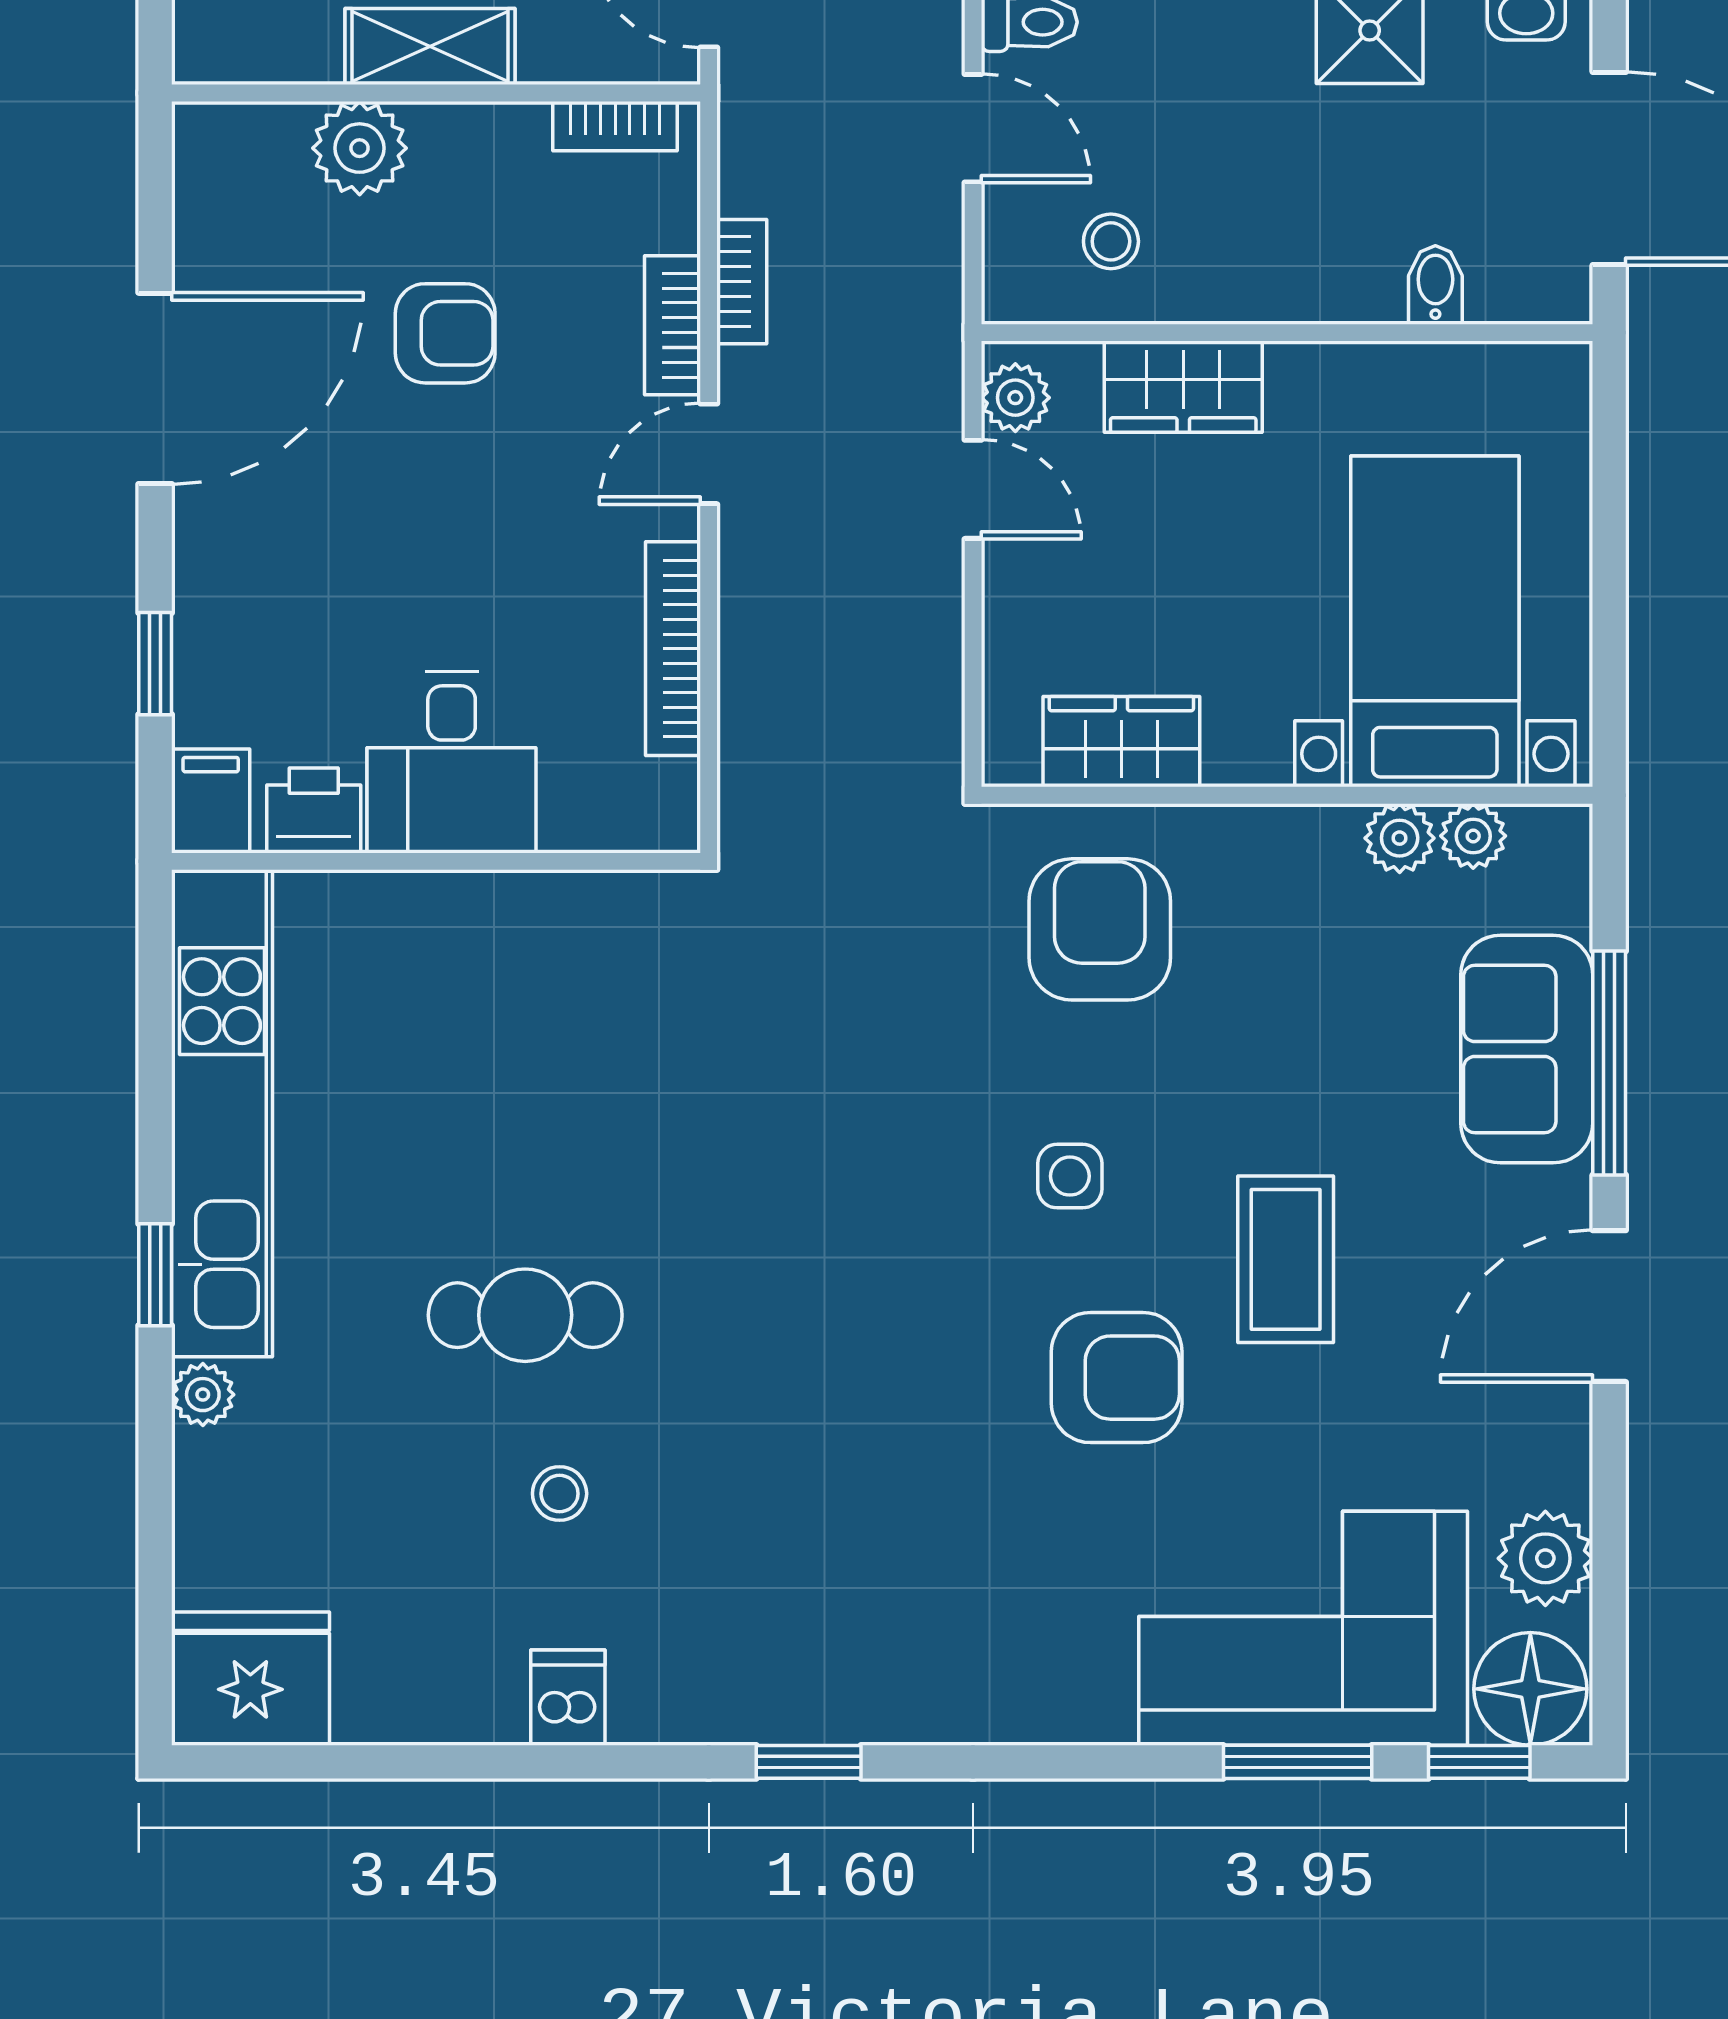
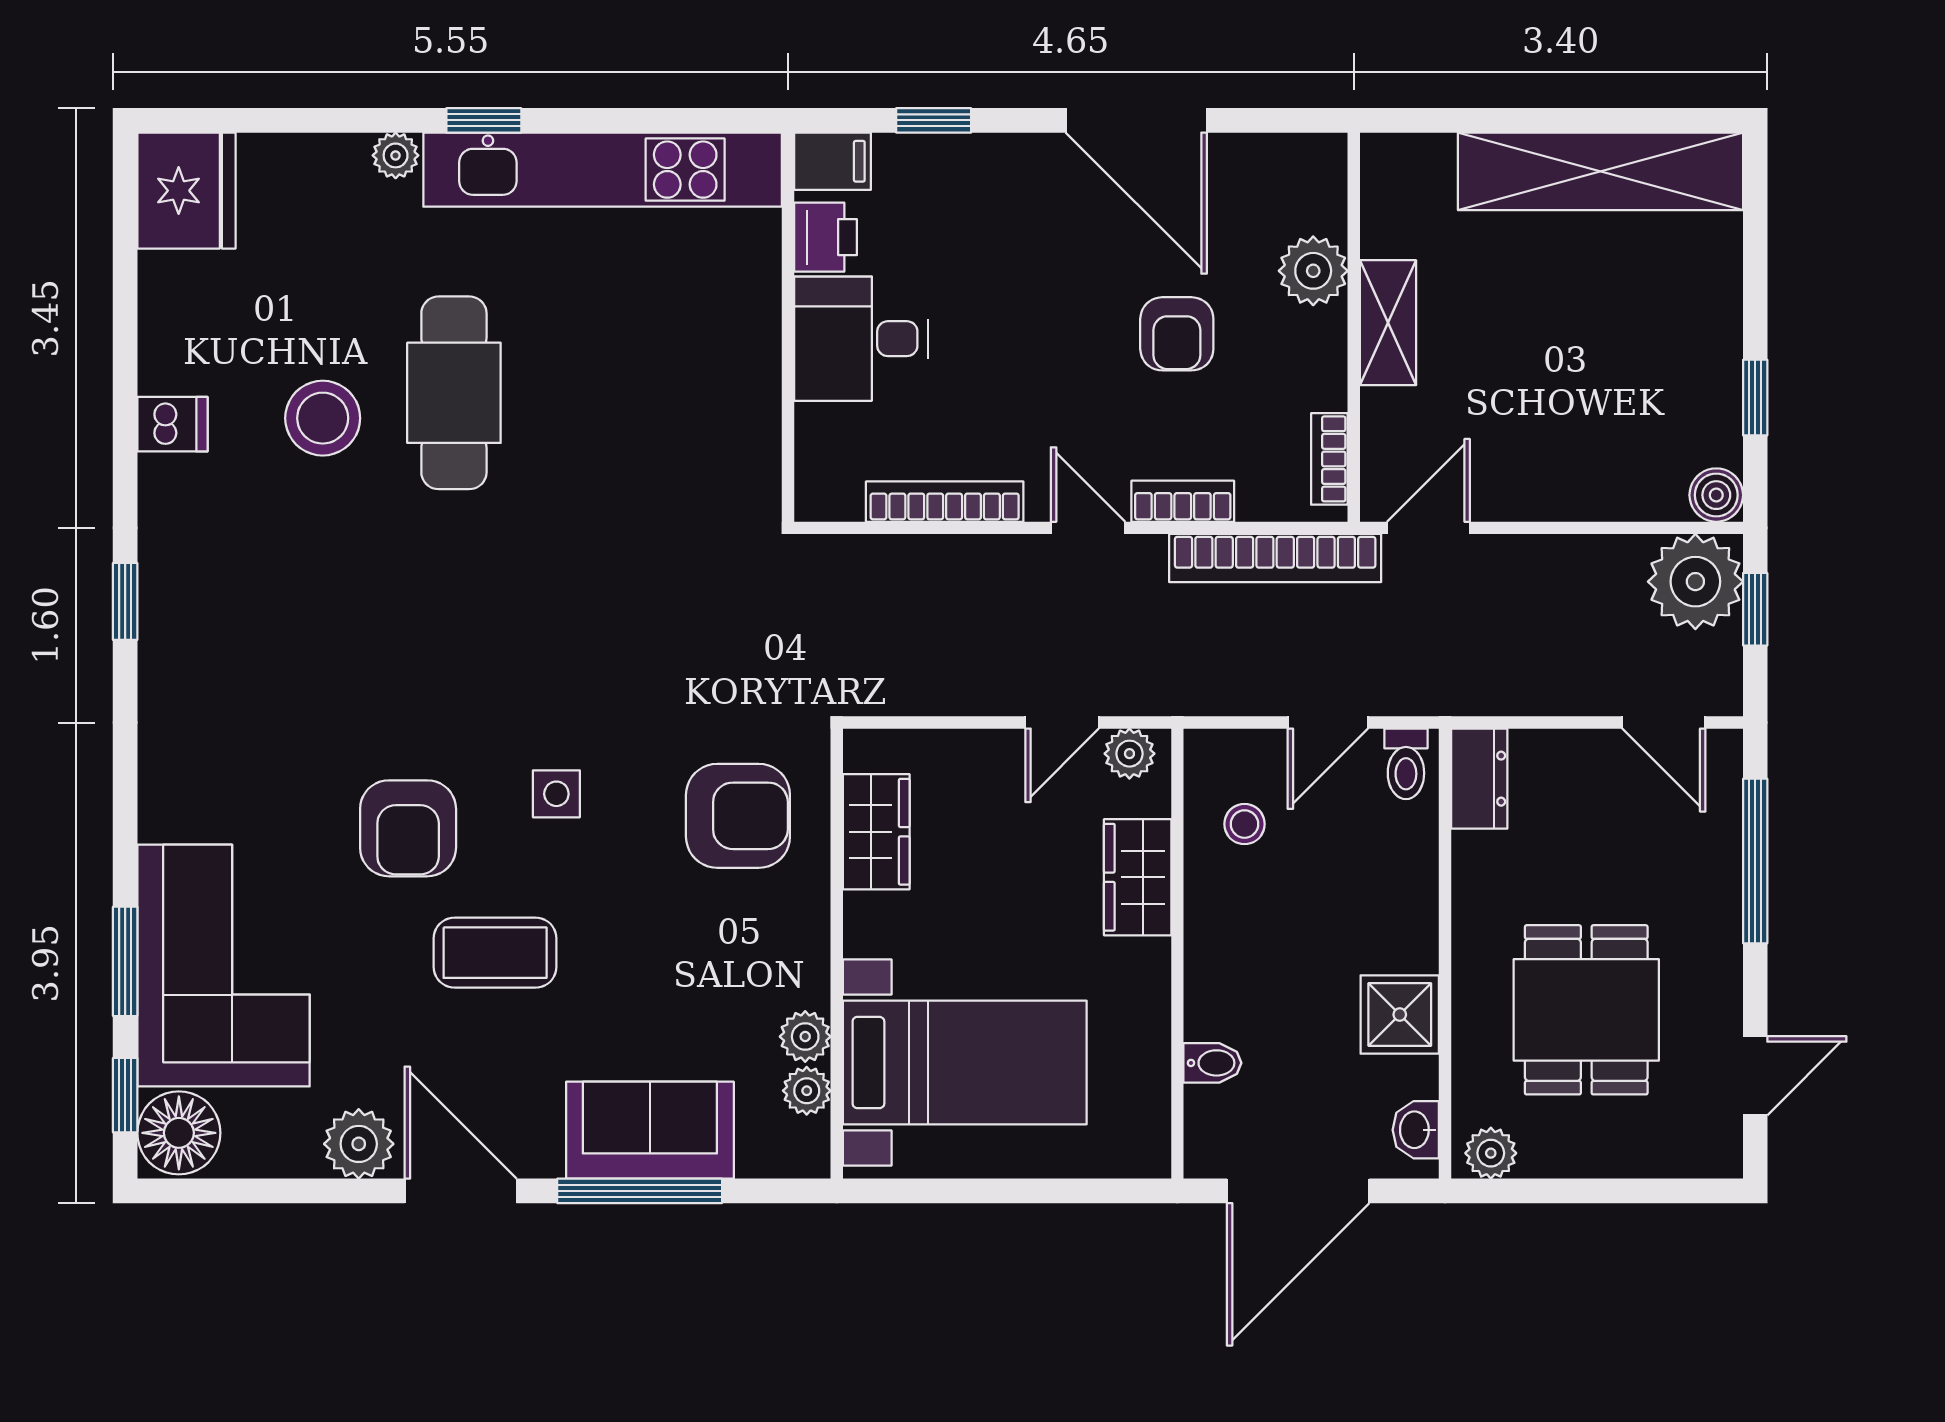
bookcase: (742, 282) -> (1275, 558), width x2.31, depth x1.31
cafe table: (525, 1315) -> (454, 393), width x1.37, depth x1.35
stool: (560, 1494) -> (323, 418), width x1.89, depth x1.89
plant: (1545, 1558) -> (359, 1144), moved

